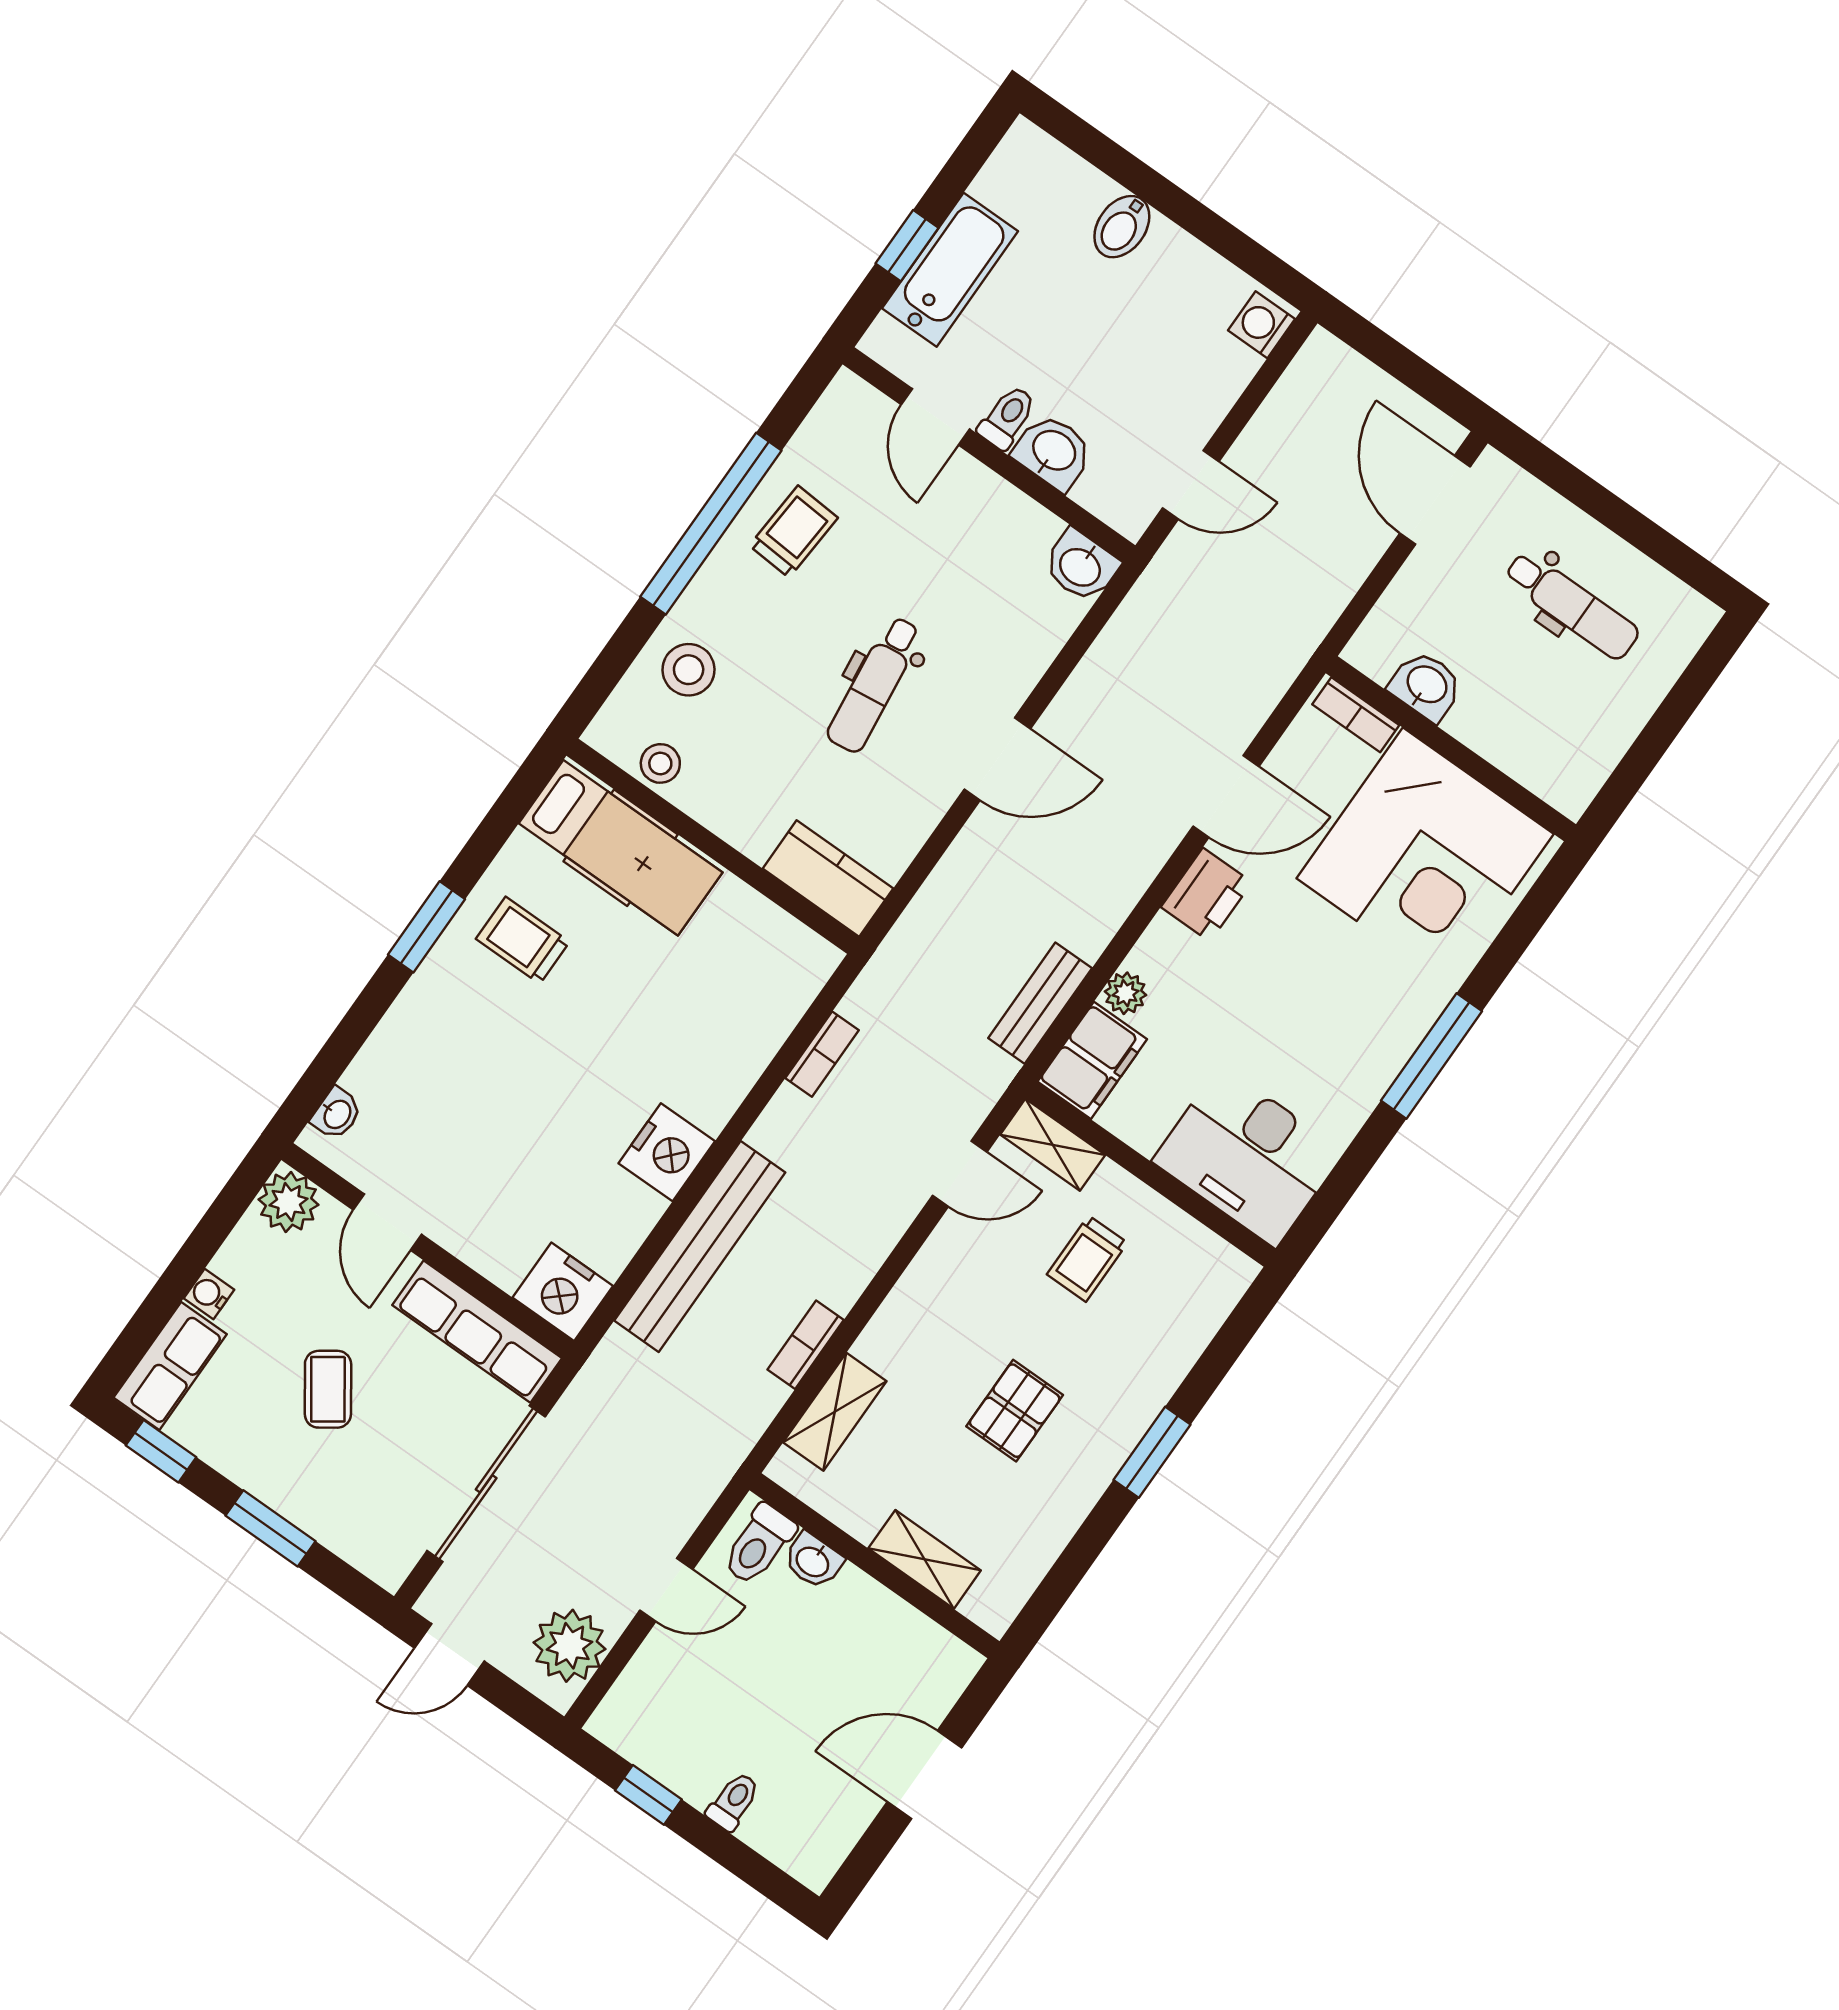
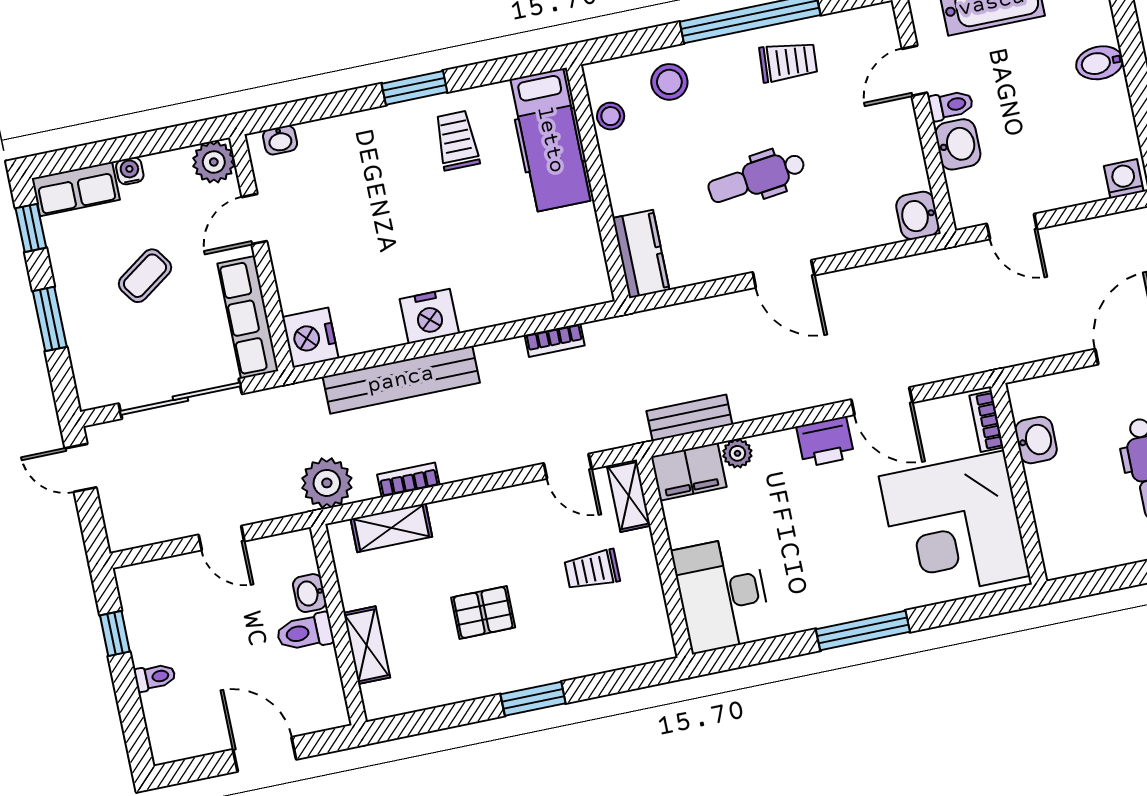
toilet: (759, 1544) -> (305, 632), moved
plant: (570, 1646) -> (327, 483), moved

